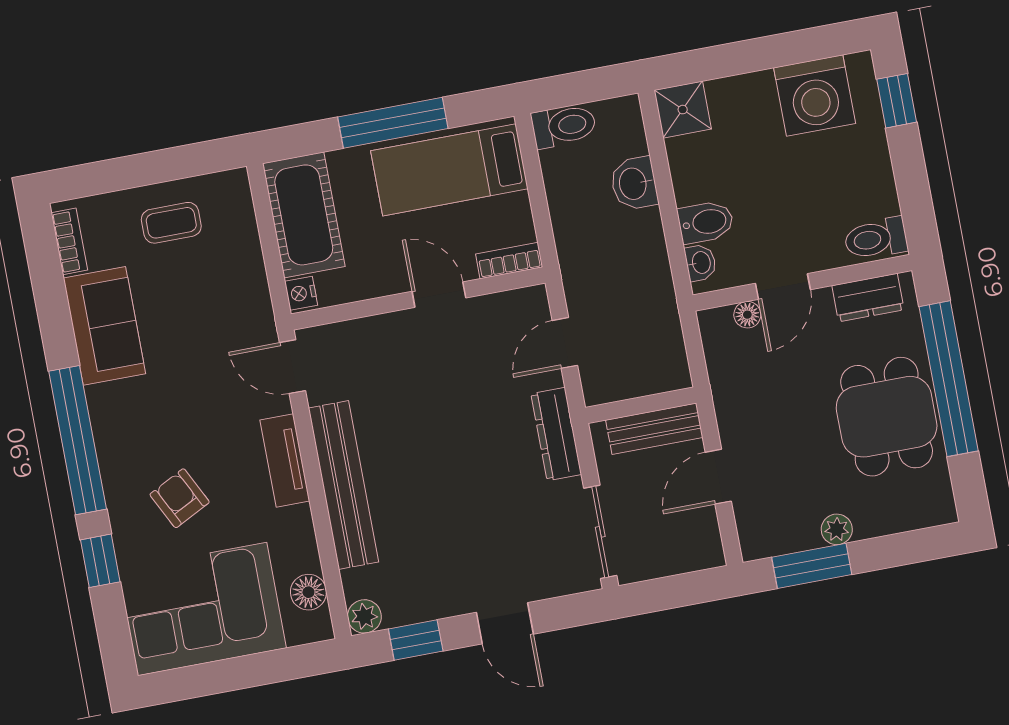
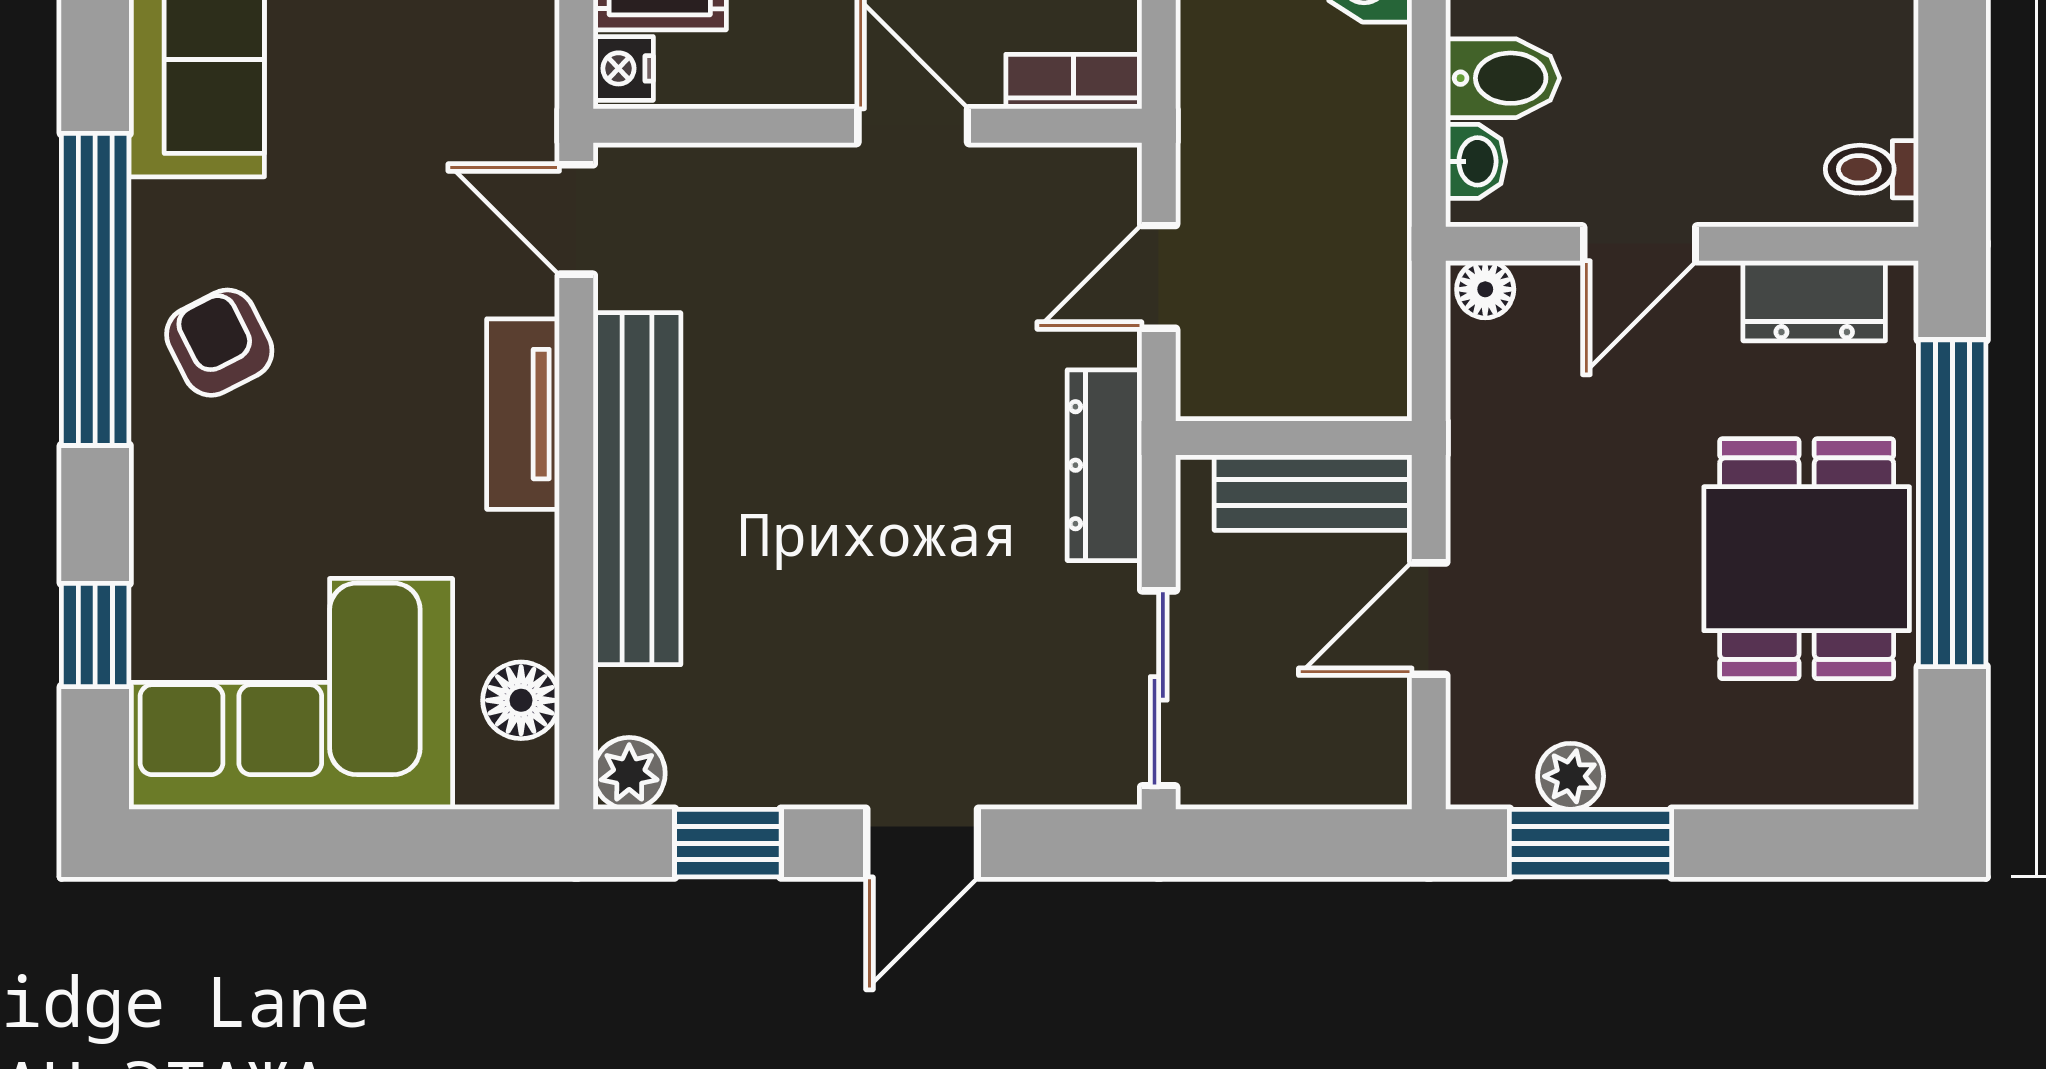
toilet: (876, 239) -> (1872, 169), width x0.73, depth x0.72
floor lamp: (747, 315) -> (1485, 289), moved
armchair: (180, 498) -> (219, 343), moved
plant: (837, 529) -> (1571, 776), moved
window: (100, 561) -> (95, 635), moved
door: (505, 623) -> (922, 843), hinge flipped

